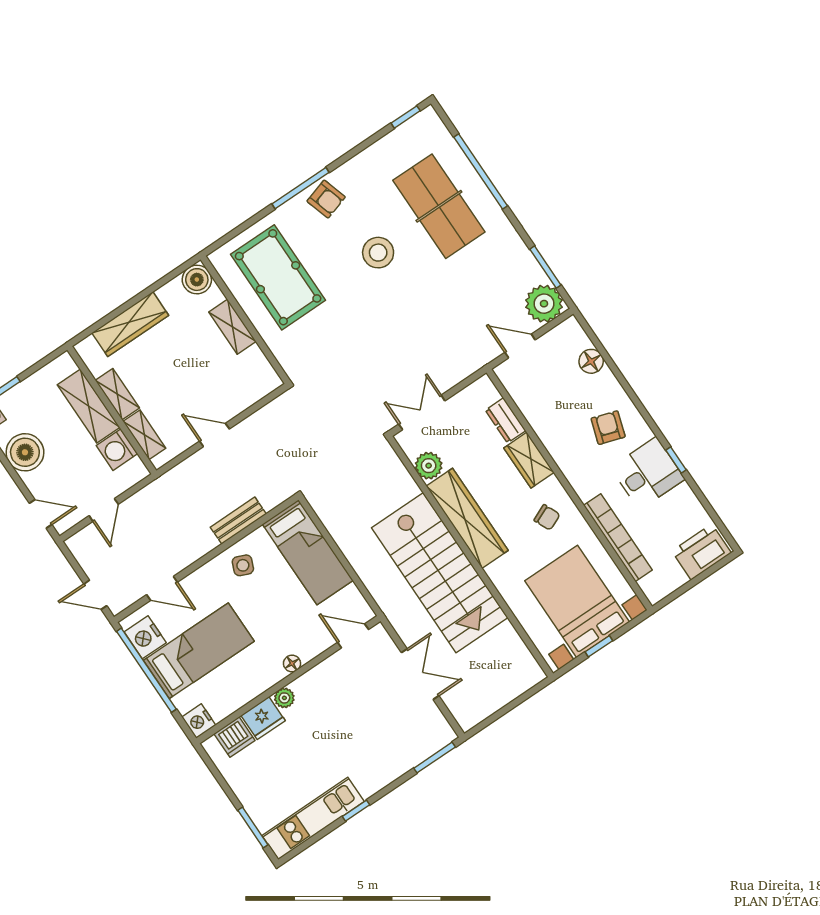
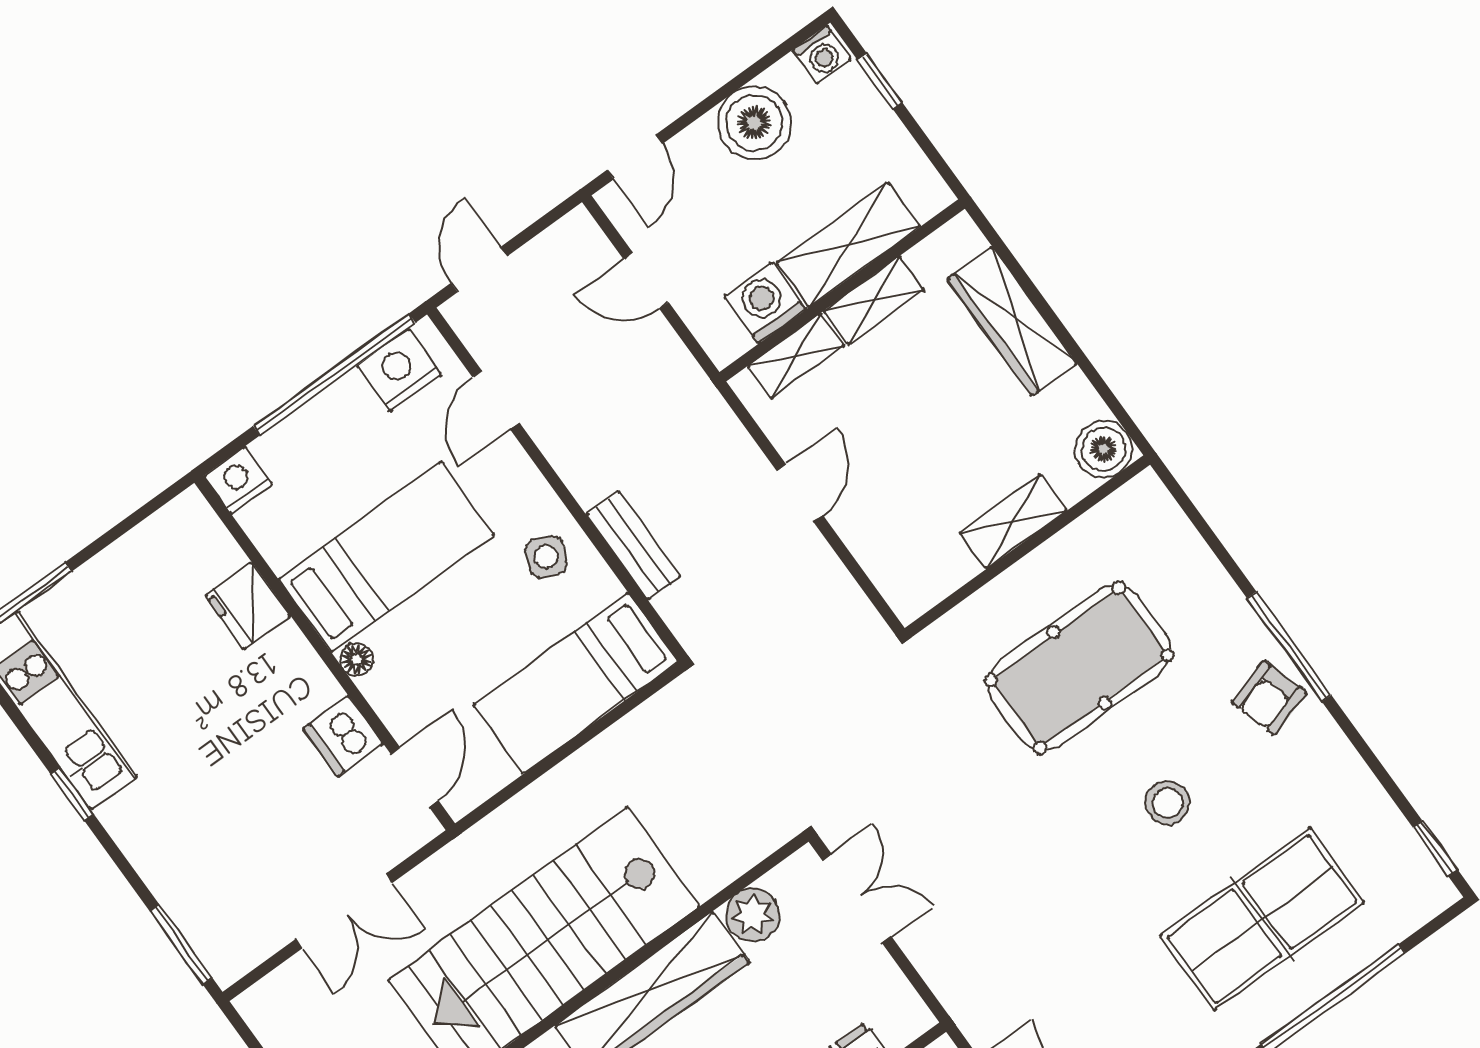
stool: (378, 253) -> (1167, 803), width x0.73, depth x0.73
pool table: (278, 277) -> (1079, 668), moved
bed: (199, 651) -> (386, 557), moved, turned -90
plant: (284, 698) -> (289, 646), removed
dishwasher: (234, 737) -> (343, 736), moved

